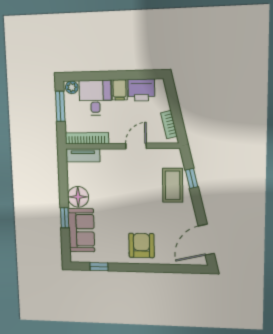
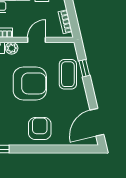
plant: (108, 156) -> (12, 48), added
armchair: (129, 196) -> (30, 83), added

